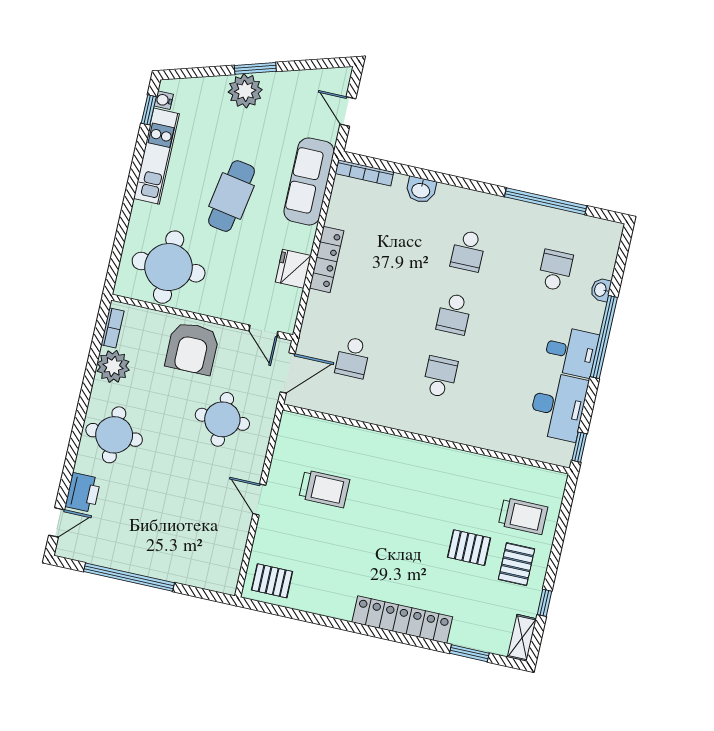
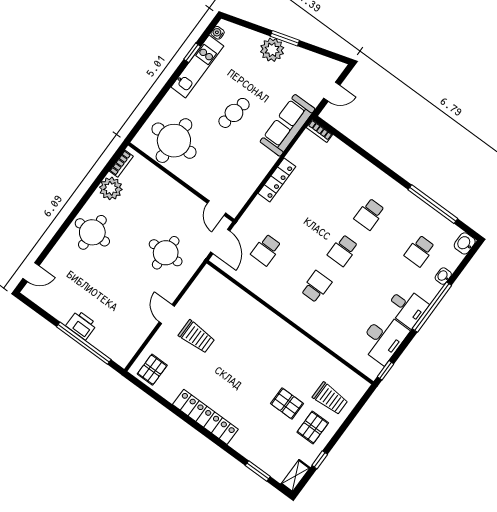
window: (149, 110) -> (192, 53), moved
door: (348, 112) -> (332, 92), swing flipped
bookcase: (364, 173) -> (319, 131), width x0.64
washbasin: (421, 190) -> (465, 243), moved, turned 90
cafe table: (232, 196) -> (234, 113), width x0.73, depth x0.74
fridge: (293, 269) -> (253, 177), removed
school desk: (555, 270) -> (420, 251), turned 180
armchair: (192, 348) -> (166, 199), removed
door: (288, 373) -> (220, 241), hinge flipped
trolley: (324, 489) -> (197, 337), moved
printer: (83, 493) -> (81, 325), moved, turned -90
window: (129, 577) -> (84, 343), moved
pallet: (272, 581) -> (152, 370), turned 90
locker: (402, 620) -> (205, 417), moved

